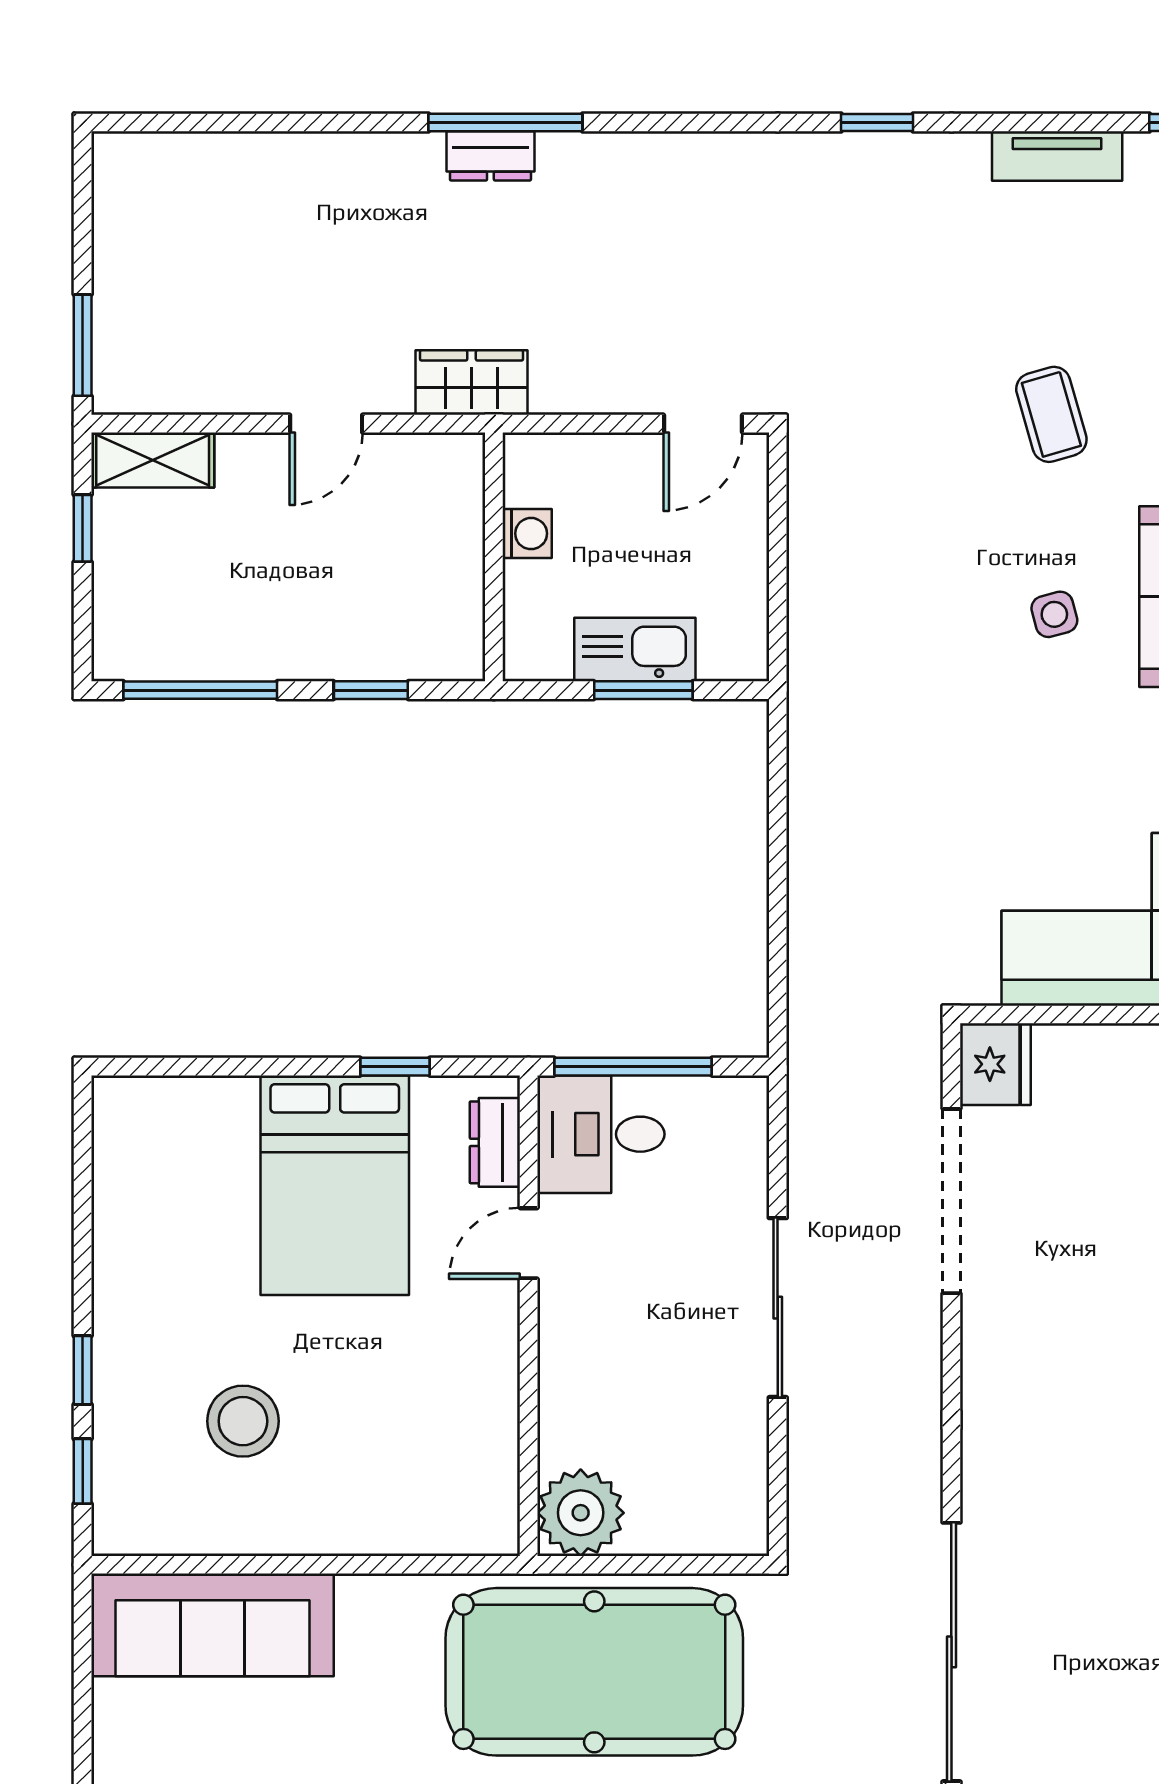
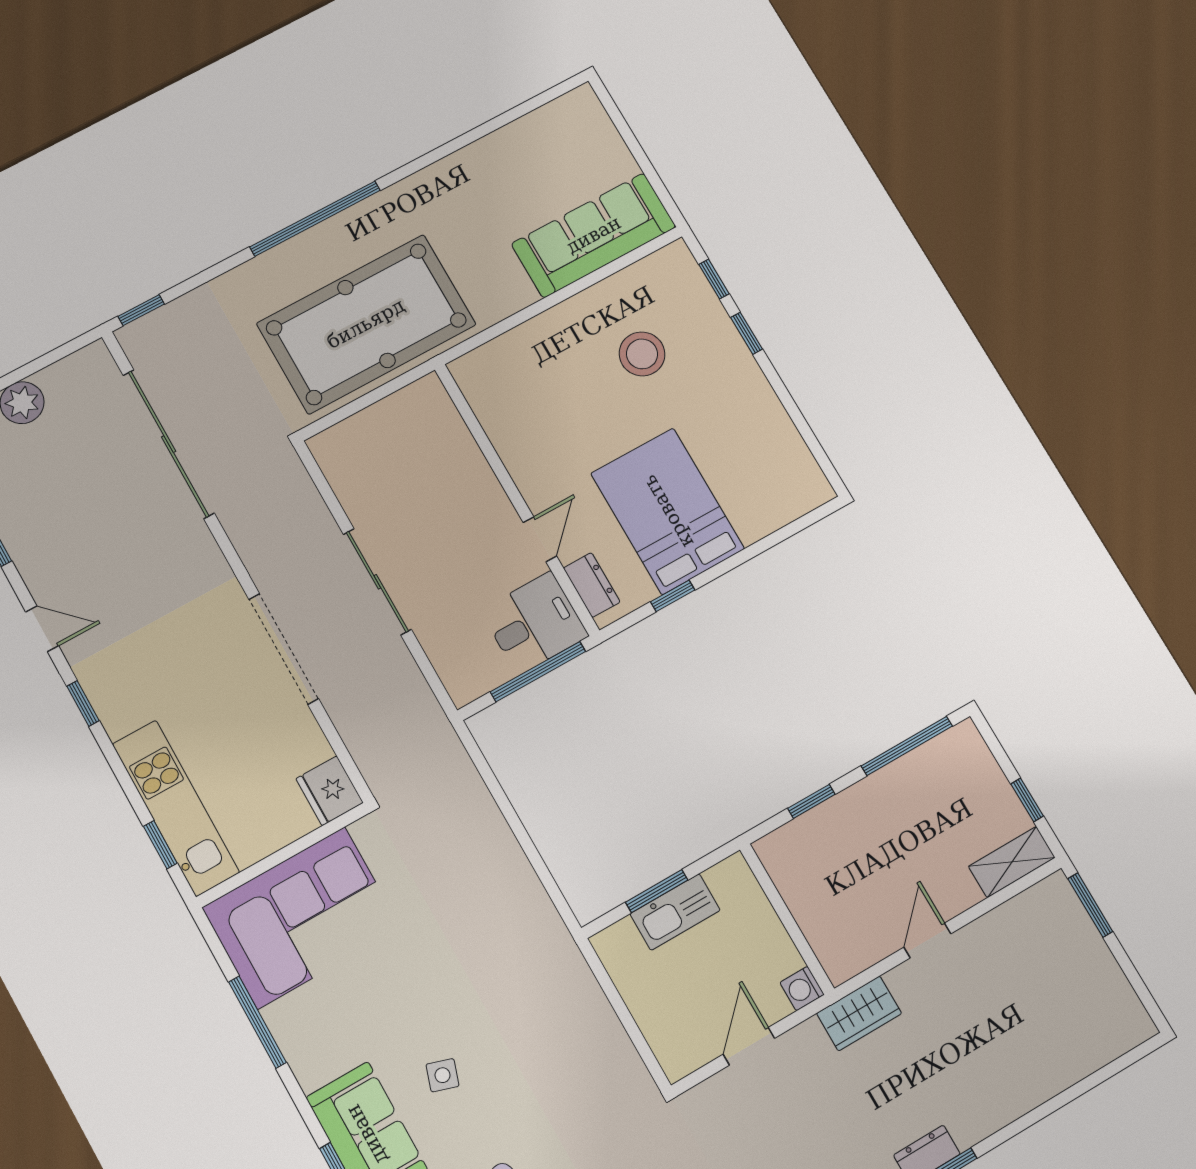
door: (703, 424) -> (749, 1046), moved
washing machine: (527, 534) -> (802, 988), moved
side table: (1054, 614) -> (443, 1075), turned 33
doorway: (951, 1201) -> (284, 649), moved
plant: (581, 1513) -> (424, 407), removed

